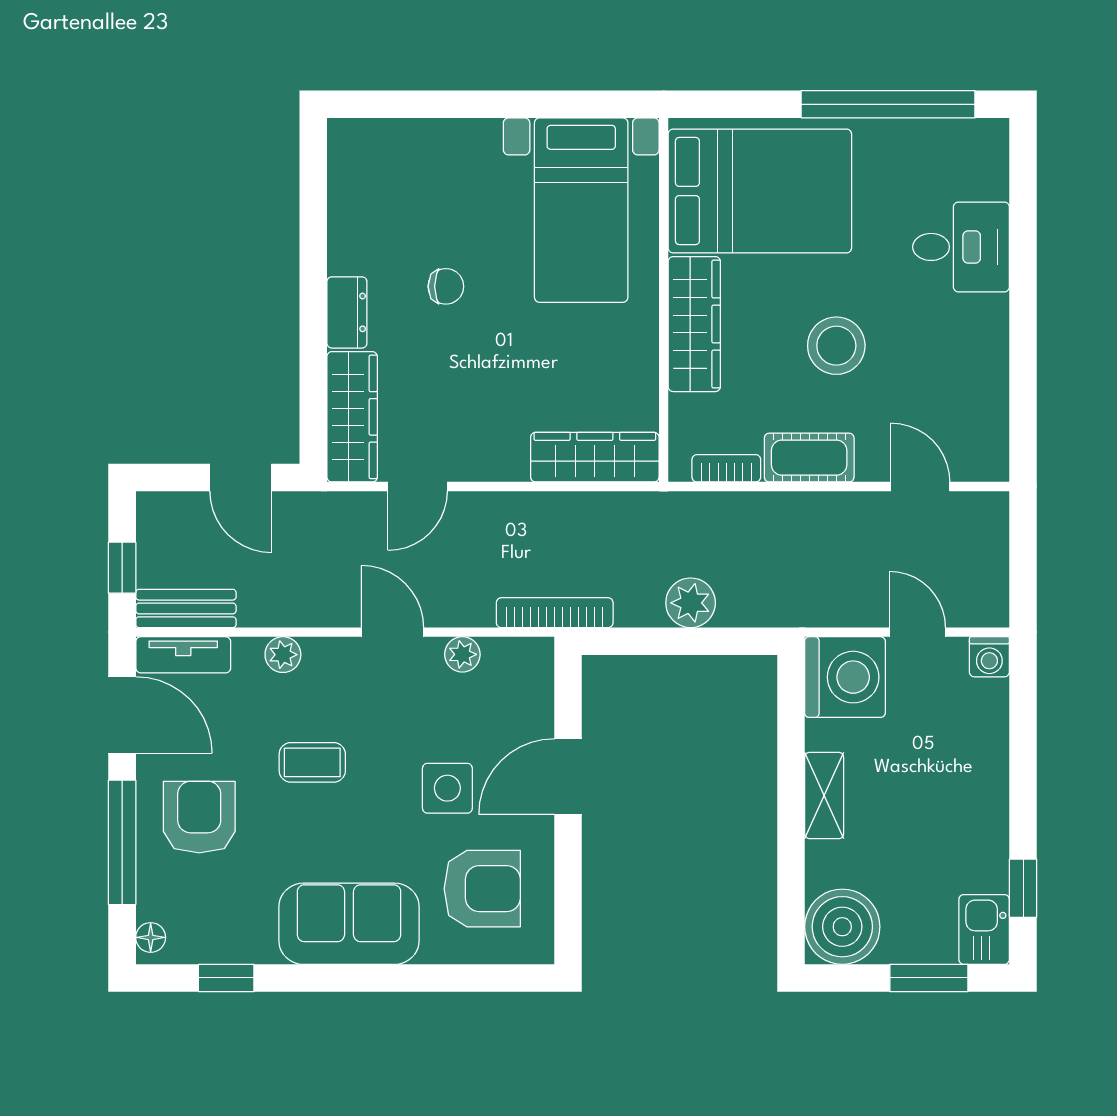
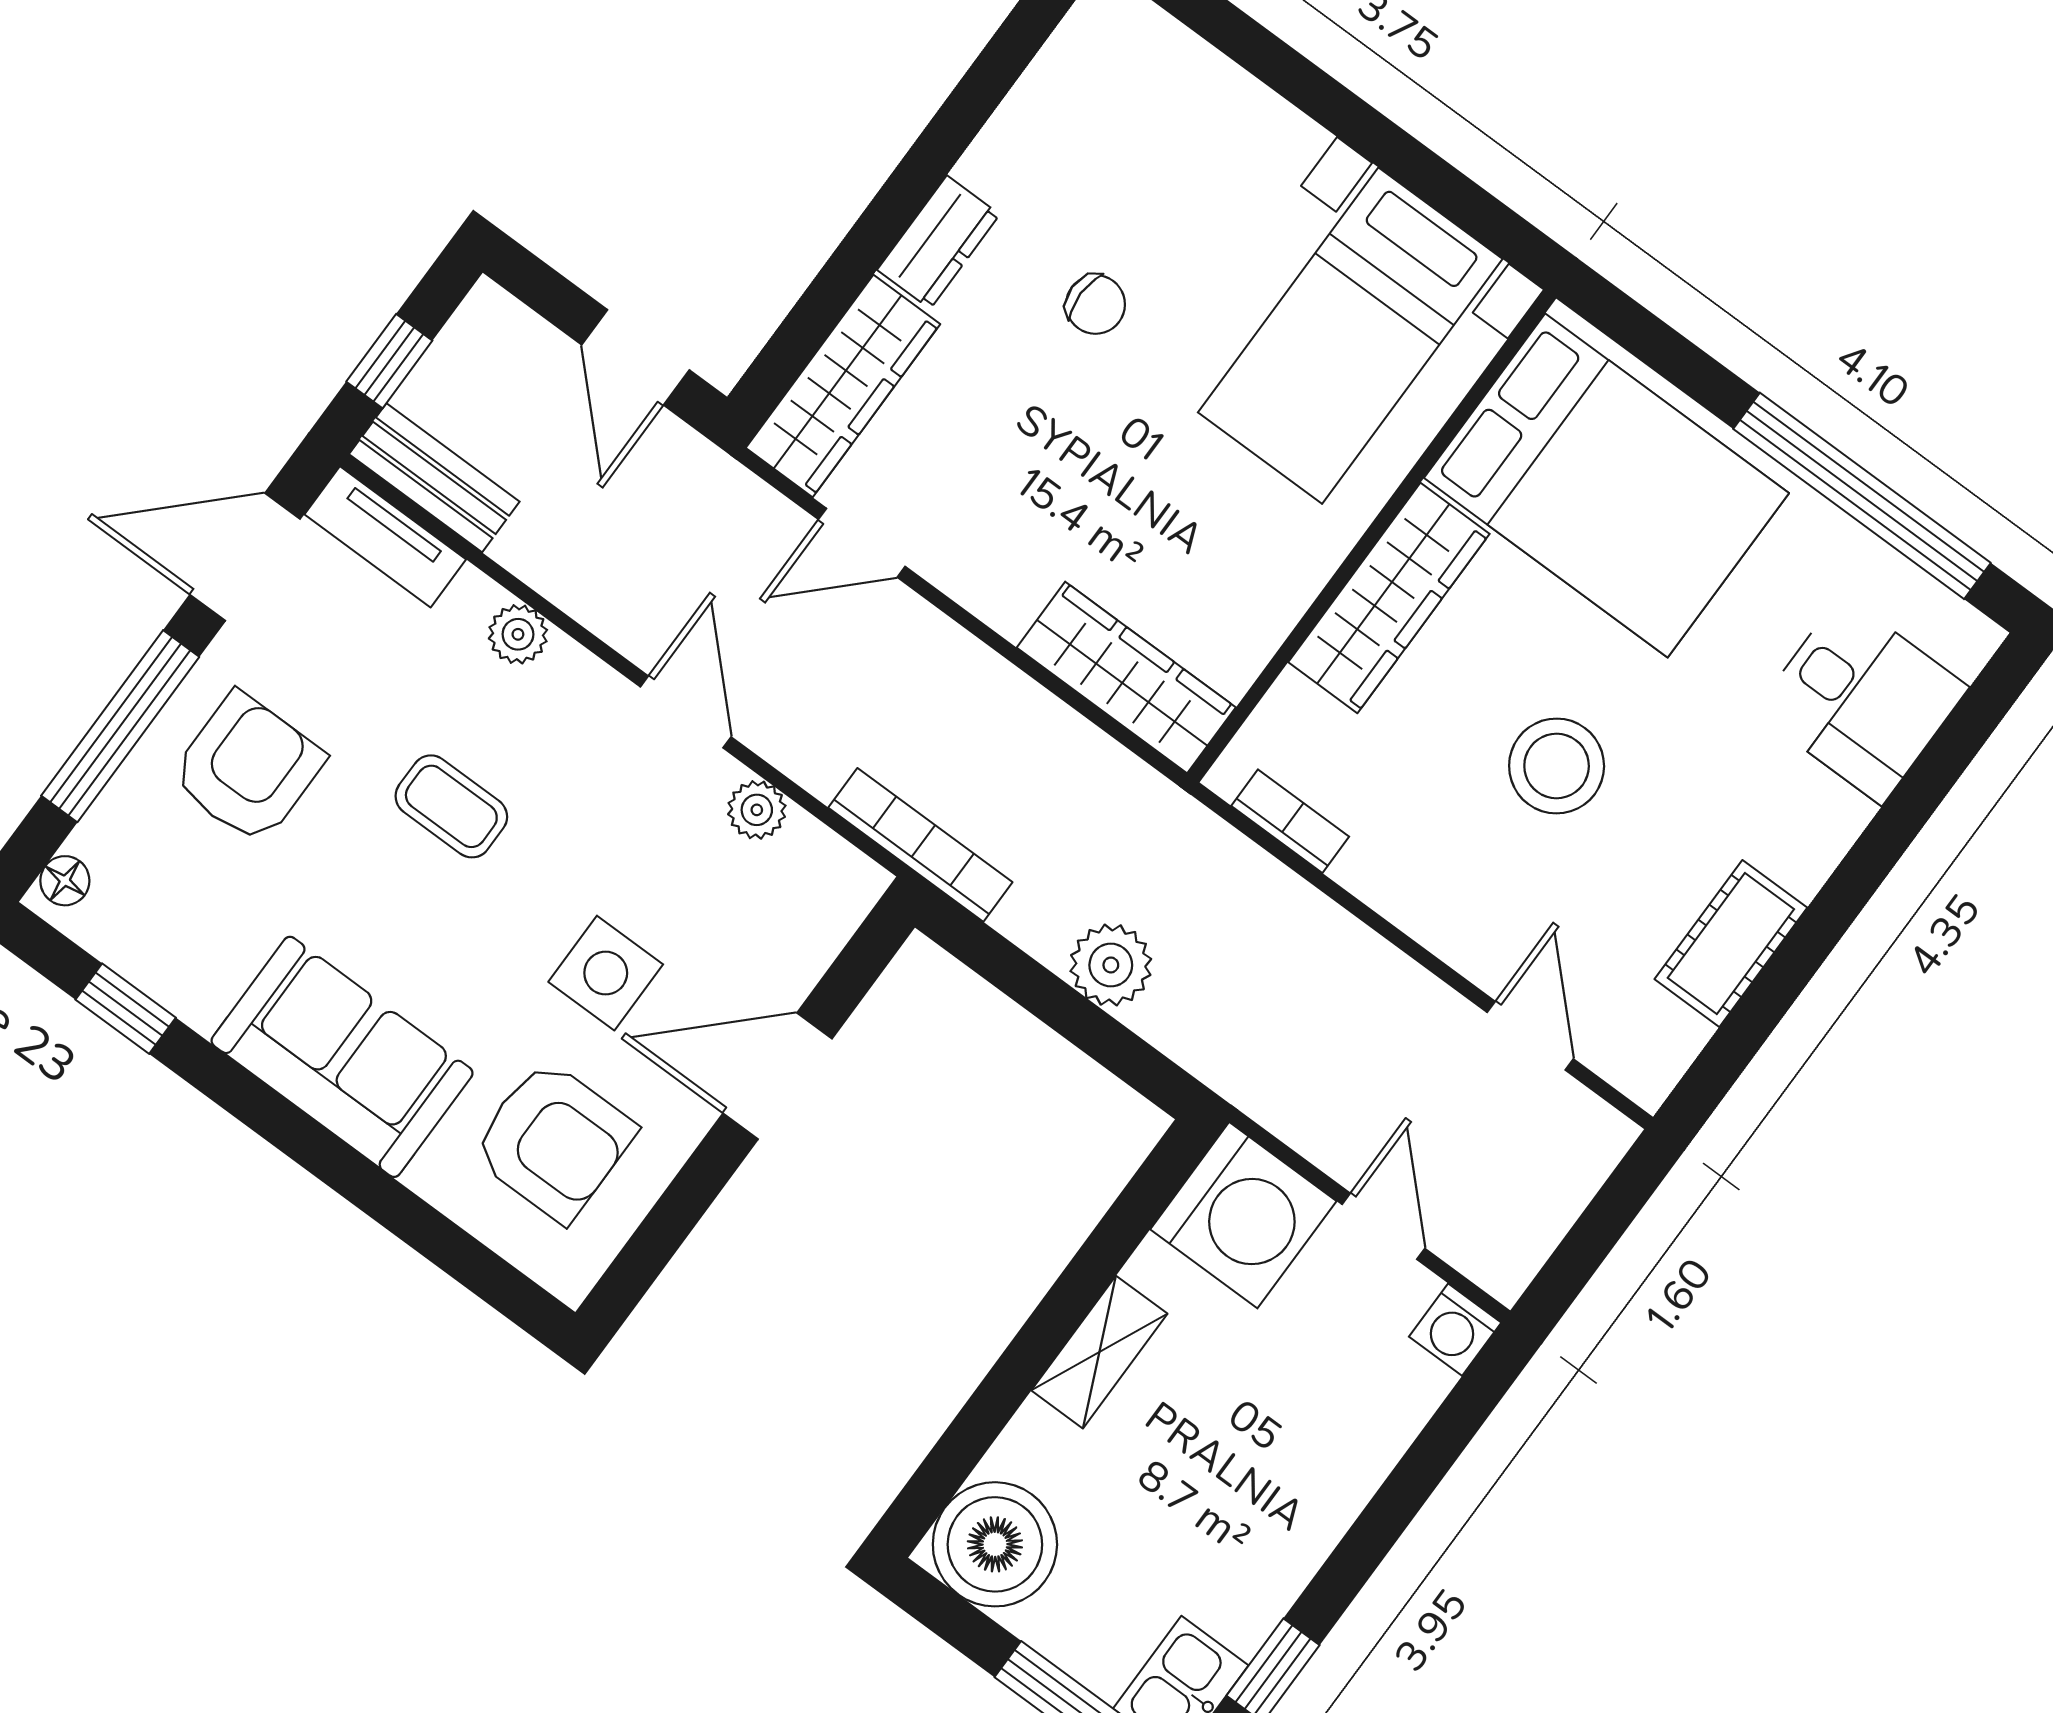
desk: (961, 247) -> (1862, 699), moved
cot: (809, 458) -> (1731, 943), moved, turned 90
door: (122, 715) -> (245, 557), swing flipped

